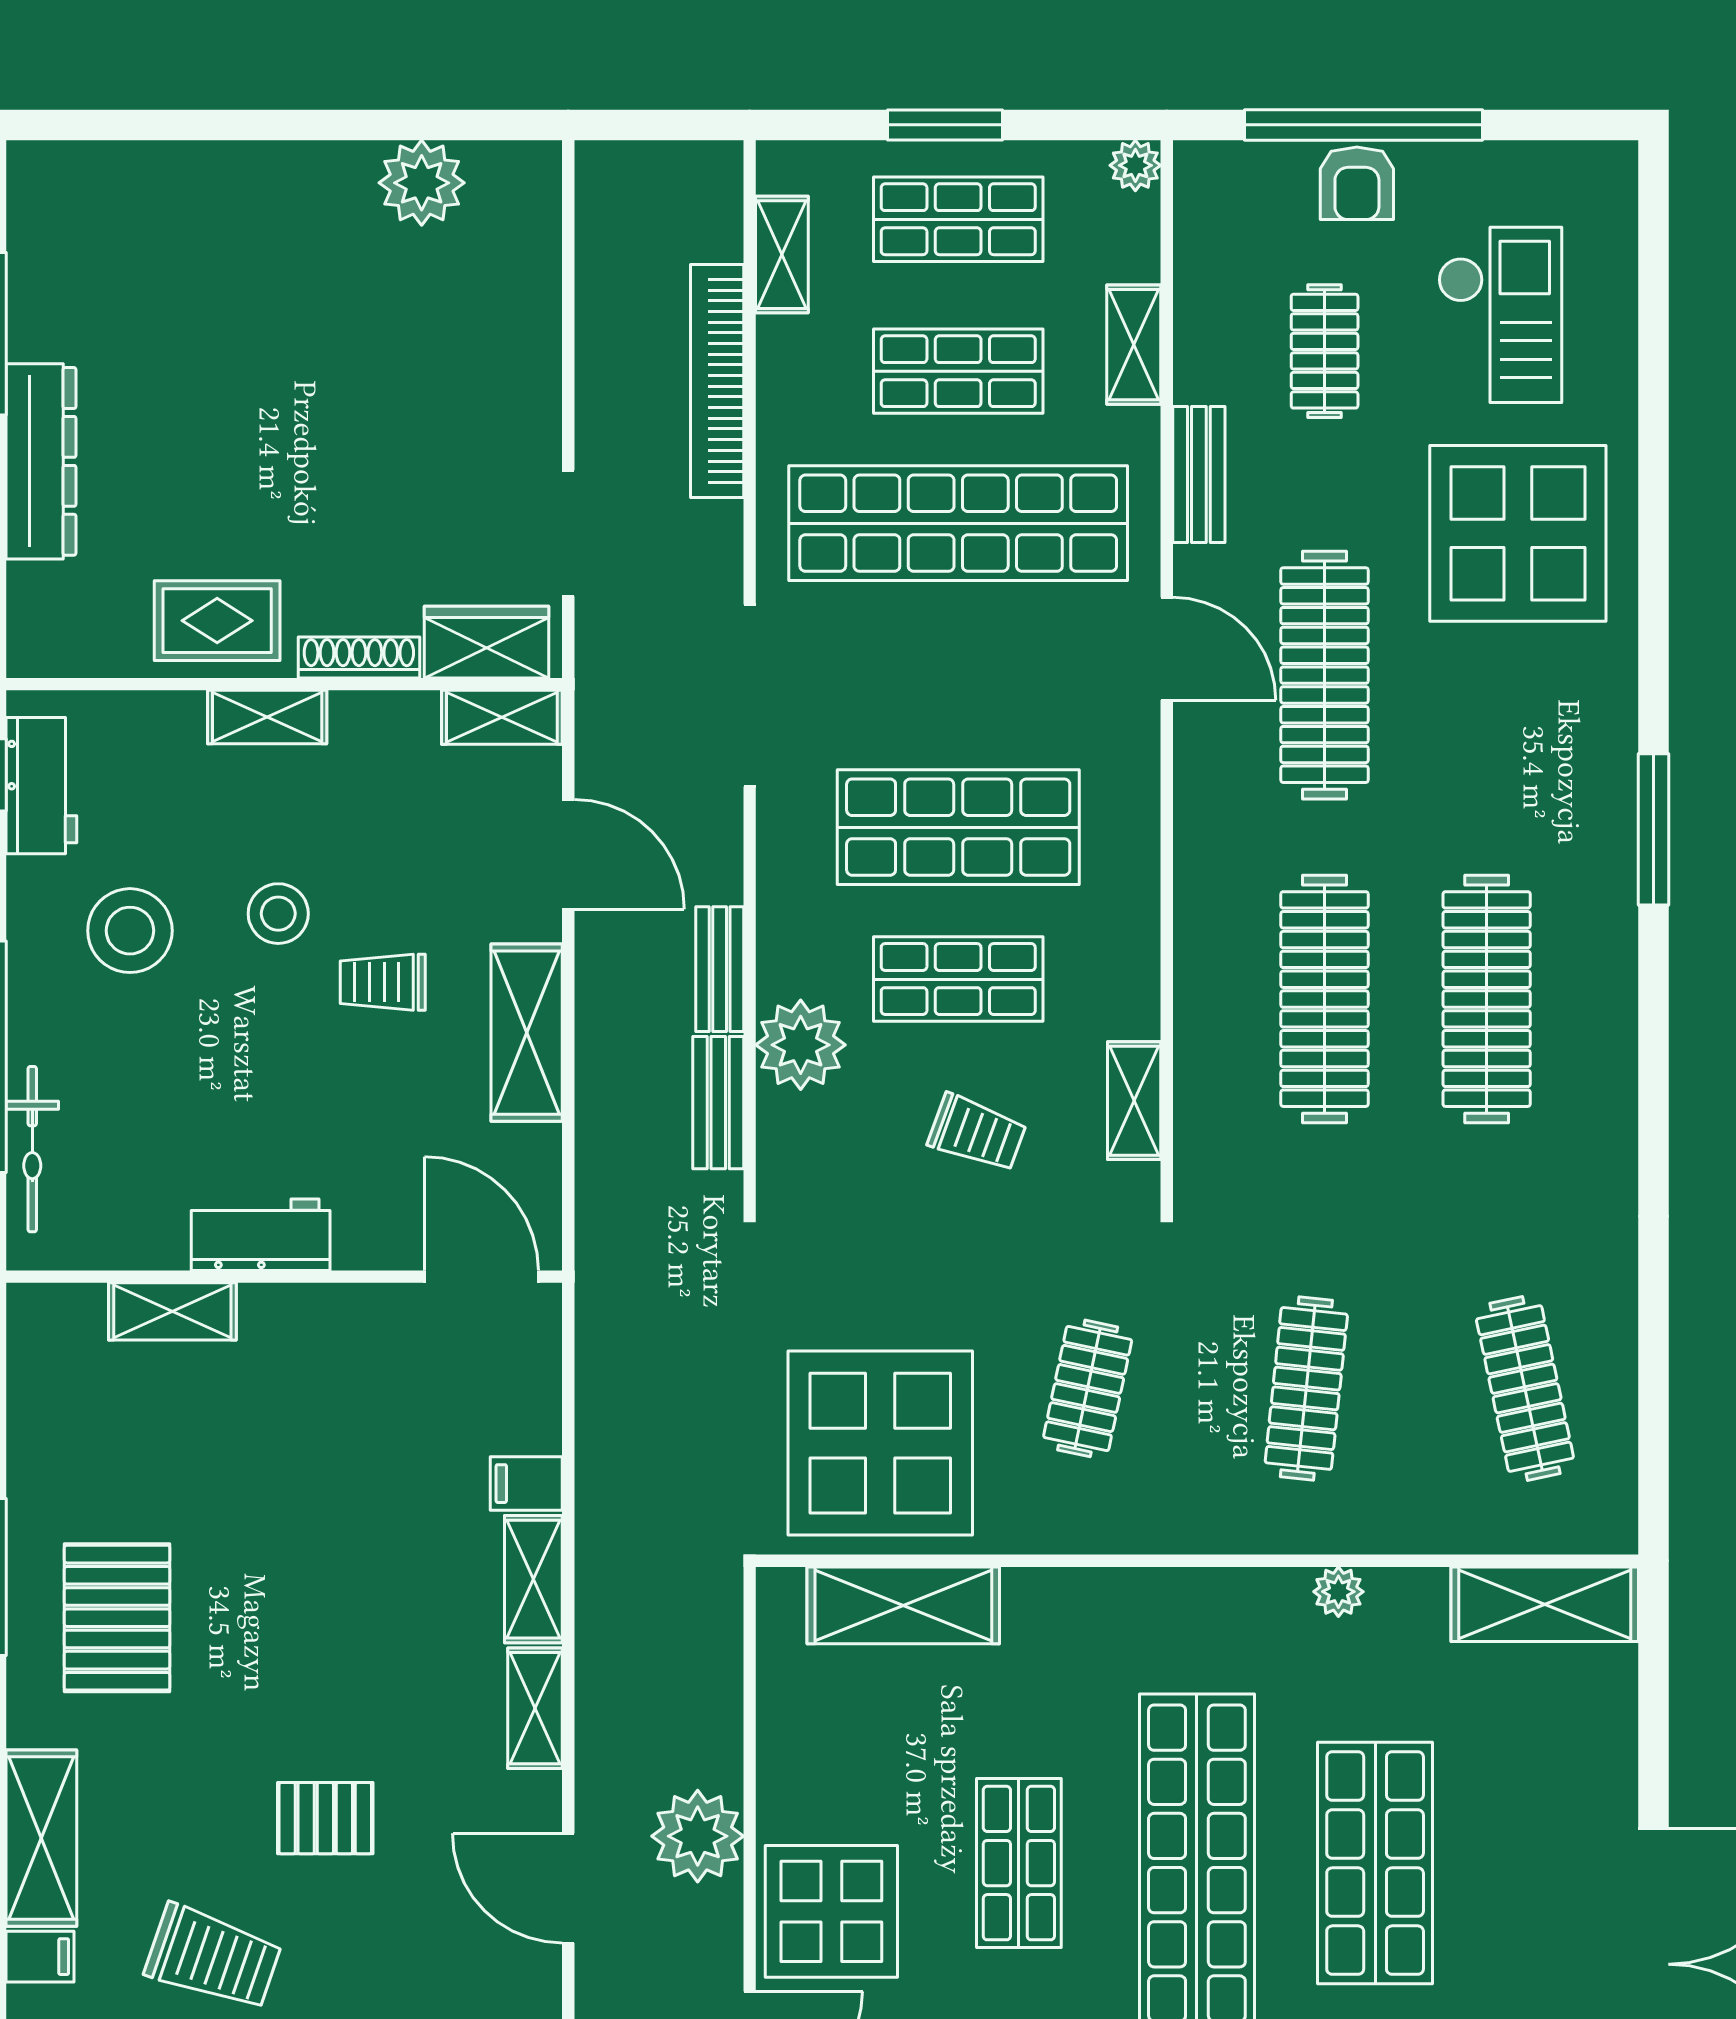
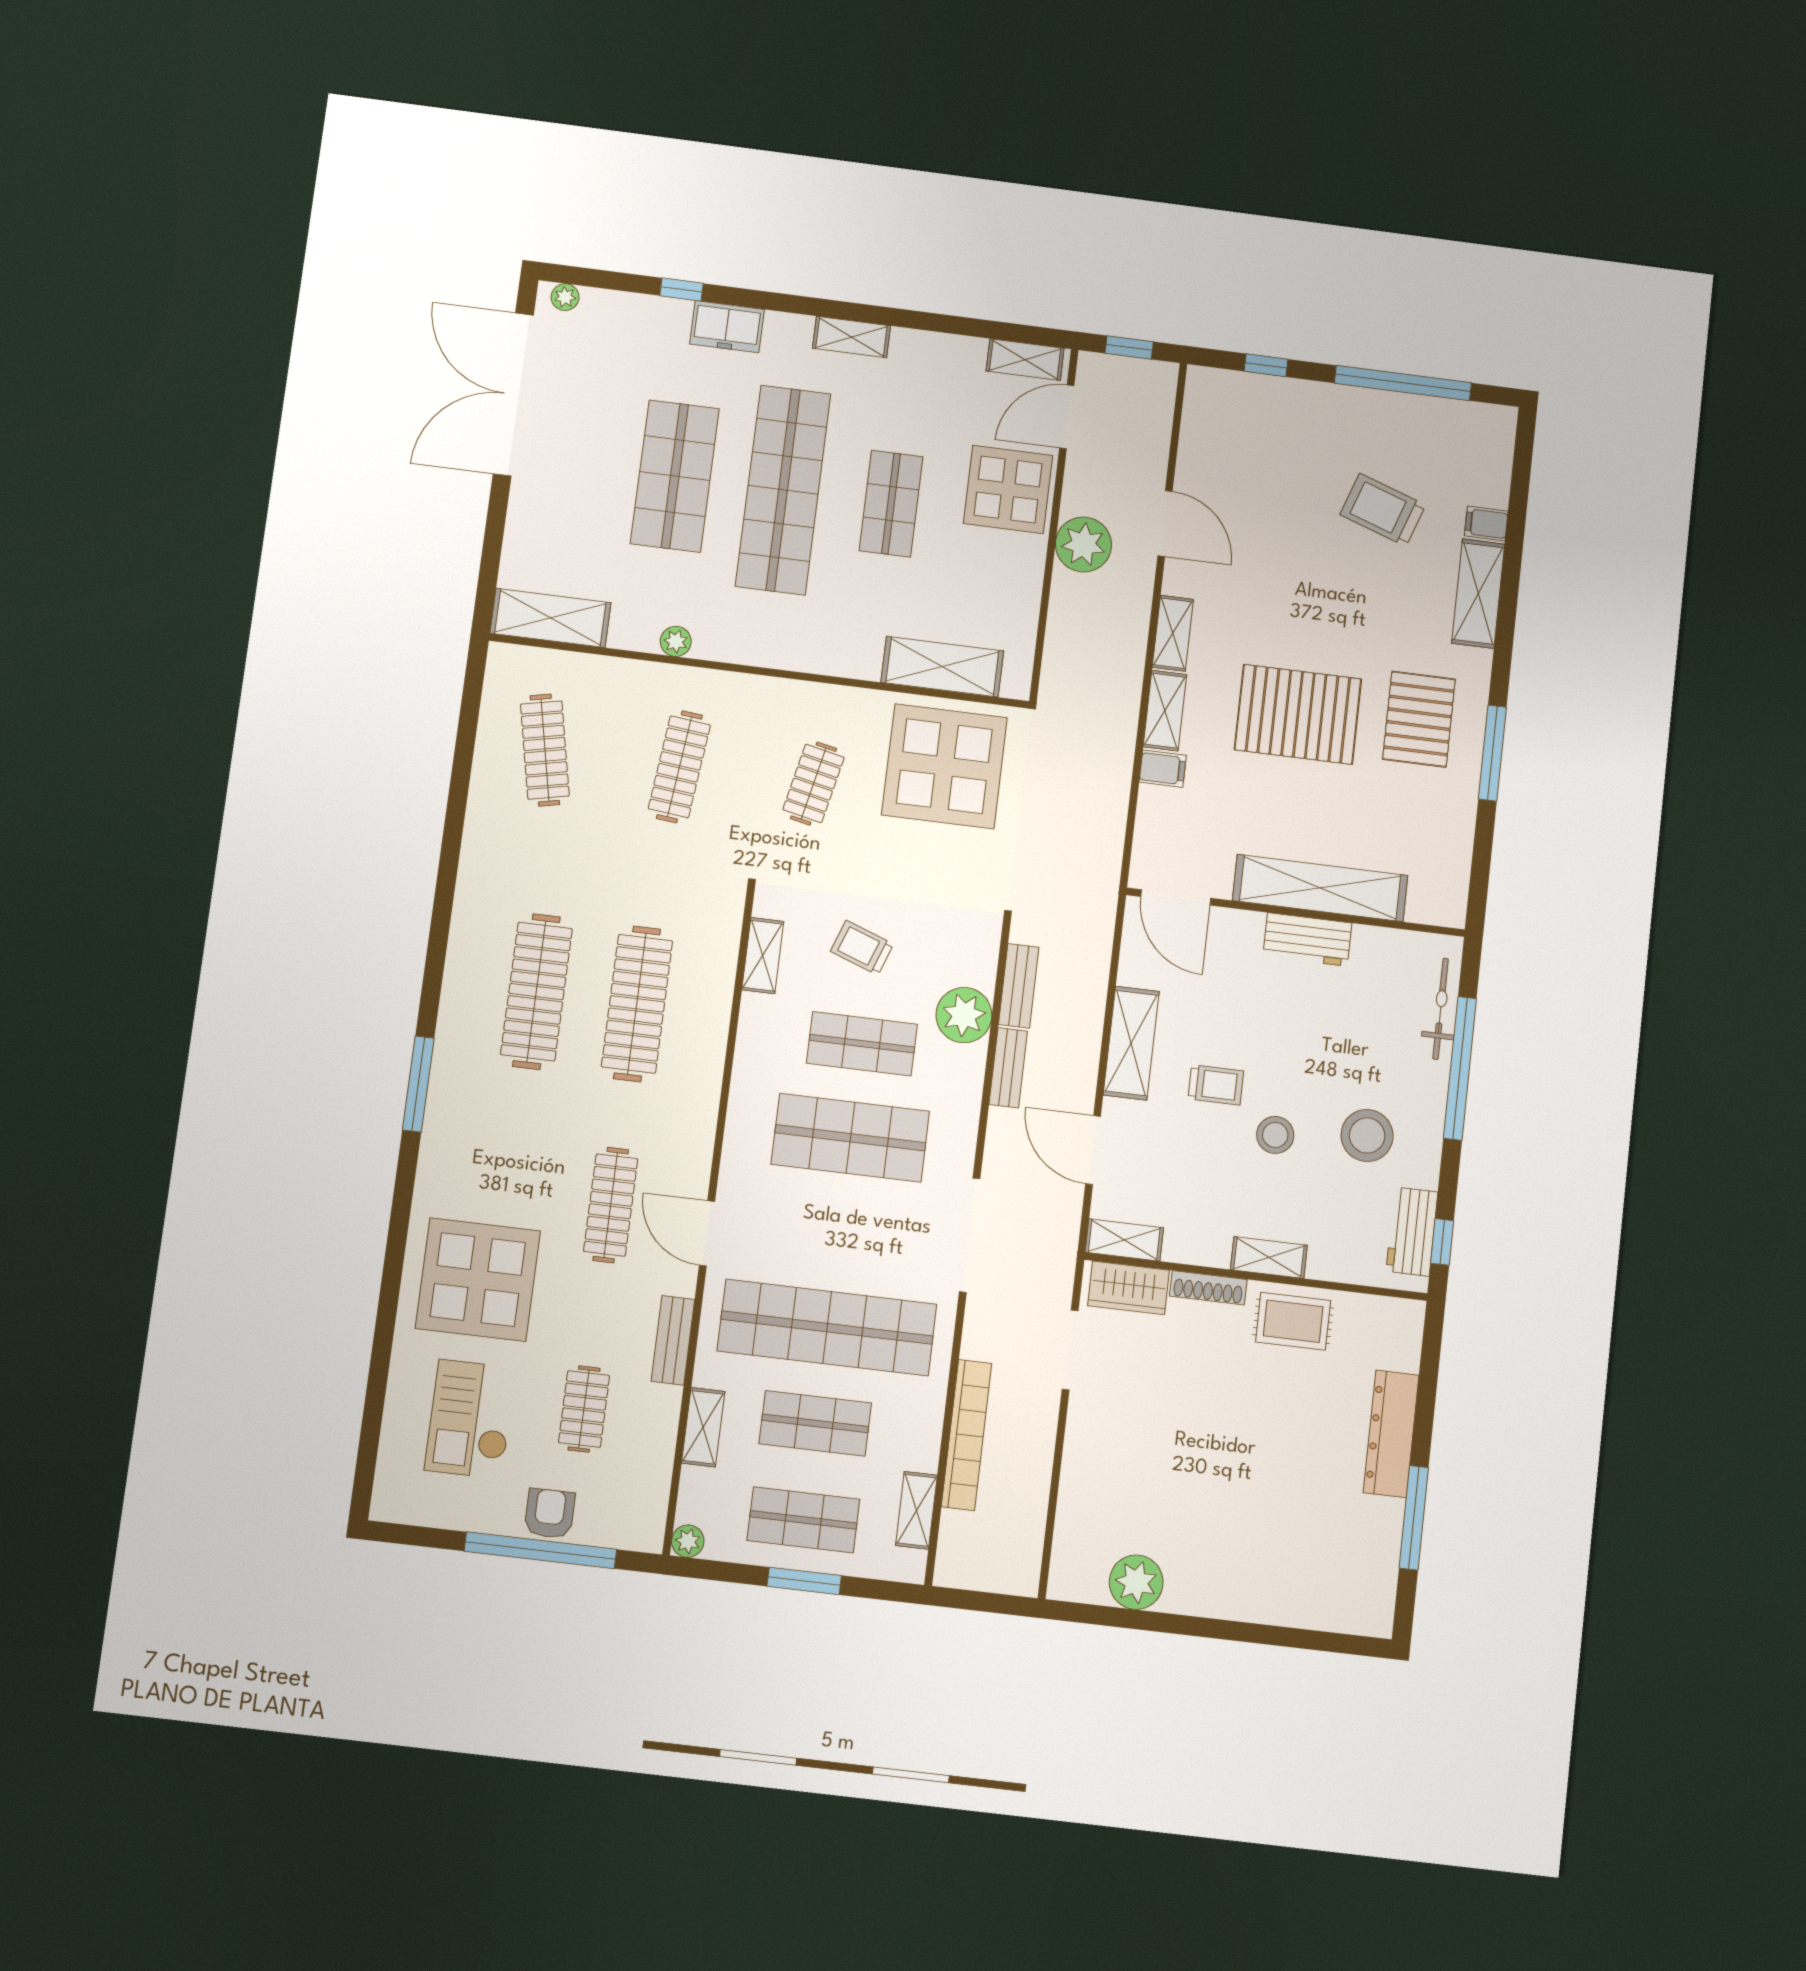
clothes rail: (1325, 675) -> (611, 1205), width x0.73, depth x0.76
shelving: (172, 1311) -> (1320, 888), width x2.20, depth x1.33
pallet: (325, 1818) -> (1298, 714), moved, width x2.05, depth x2.00

